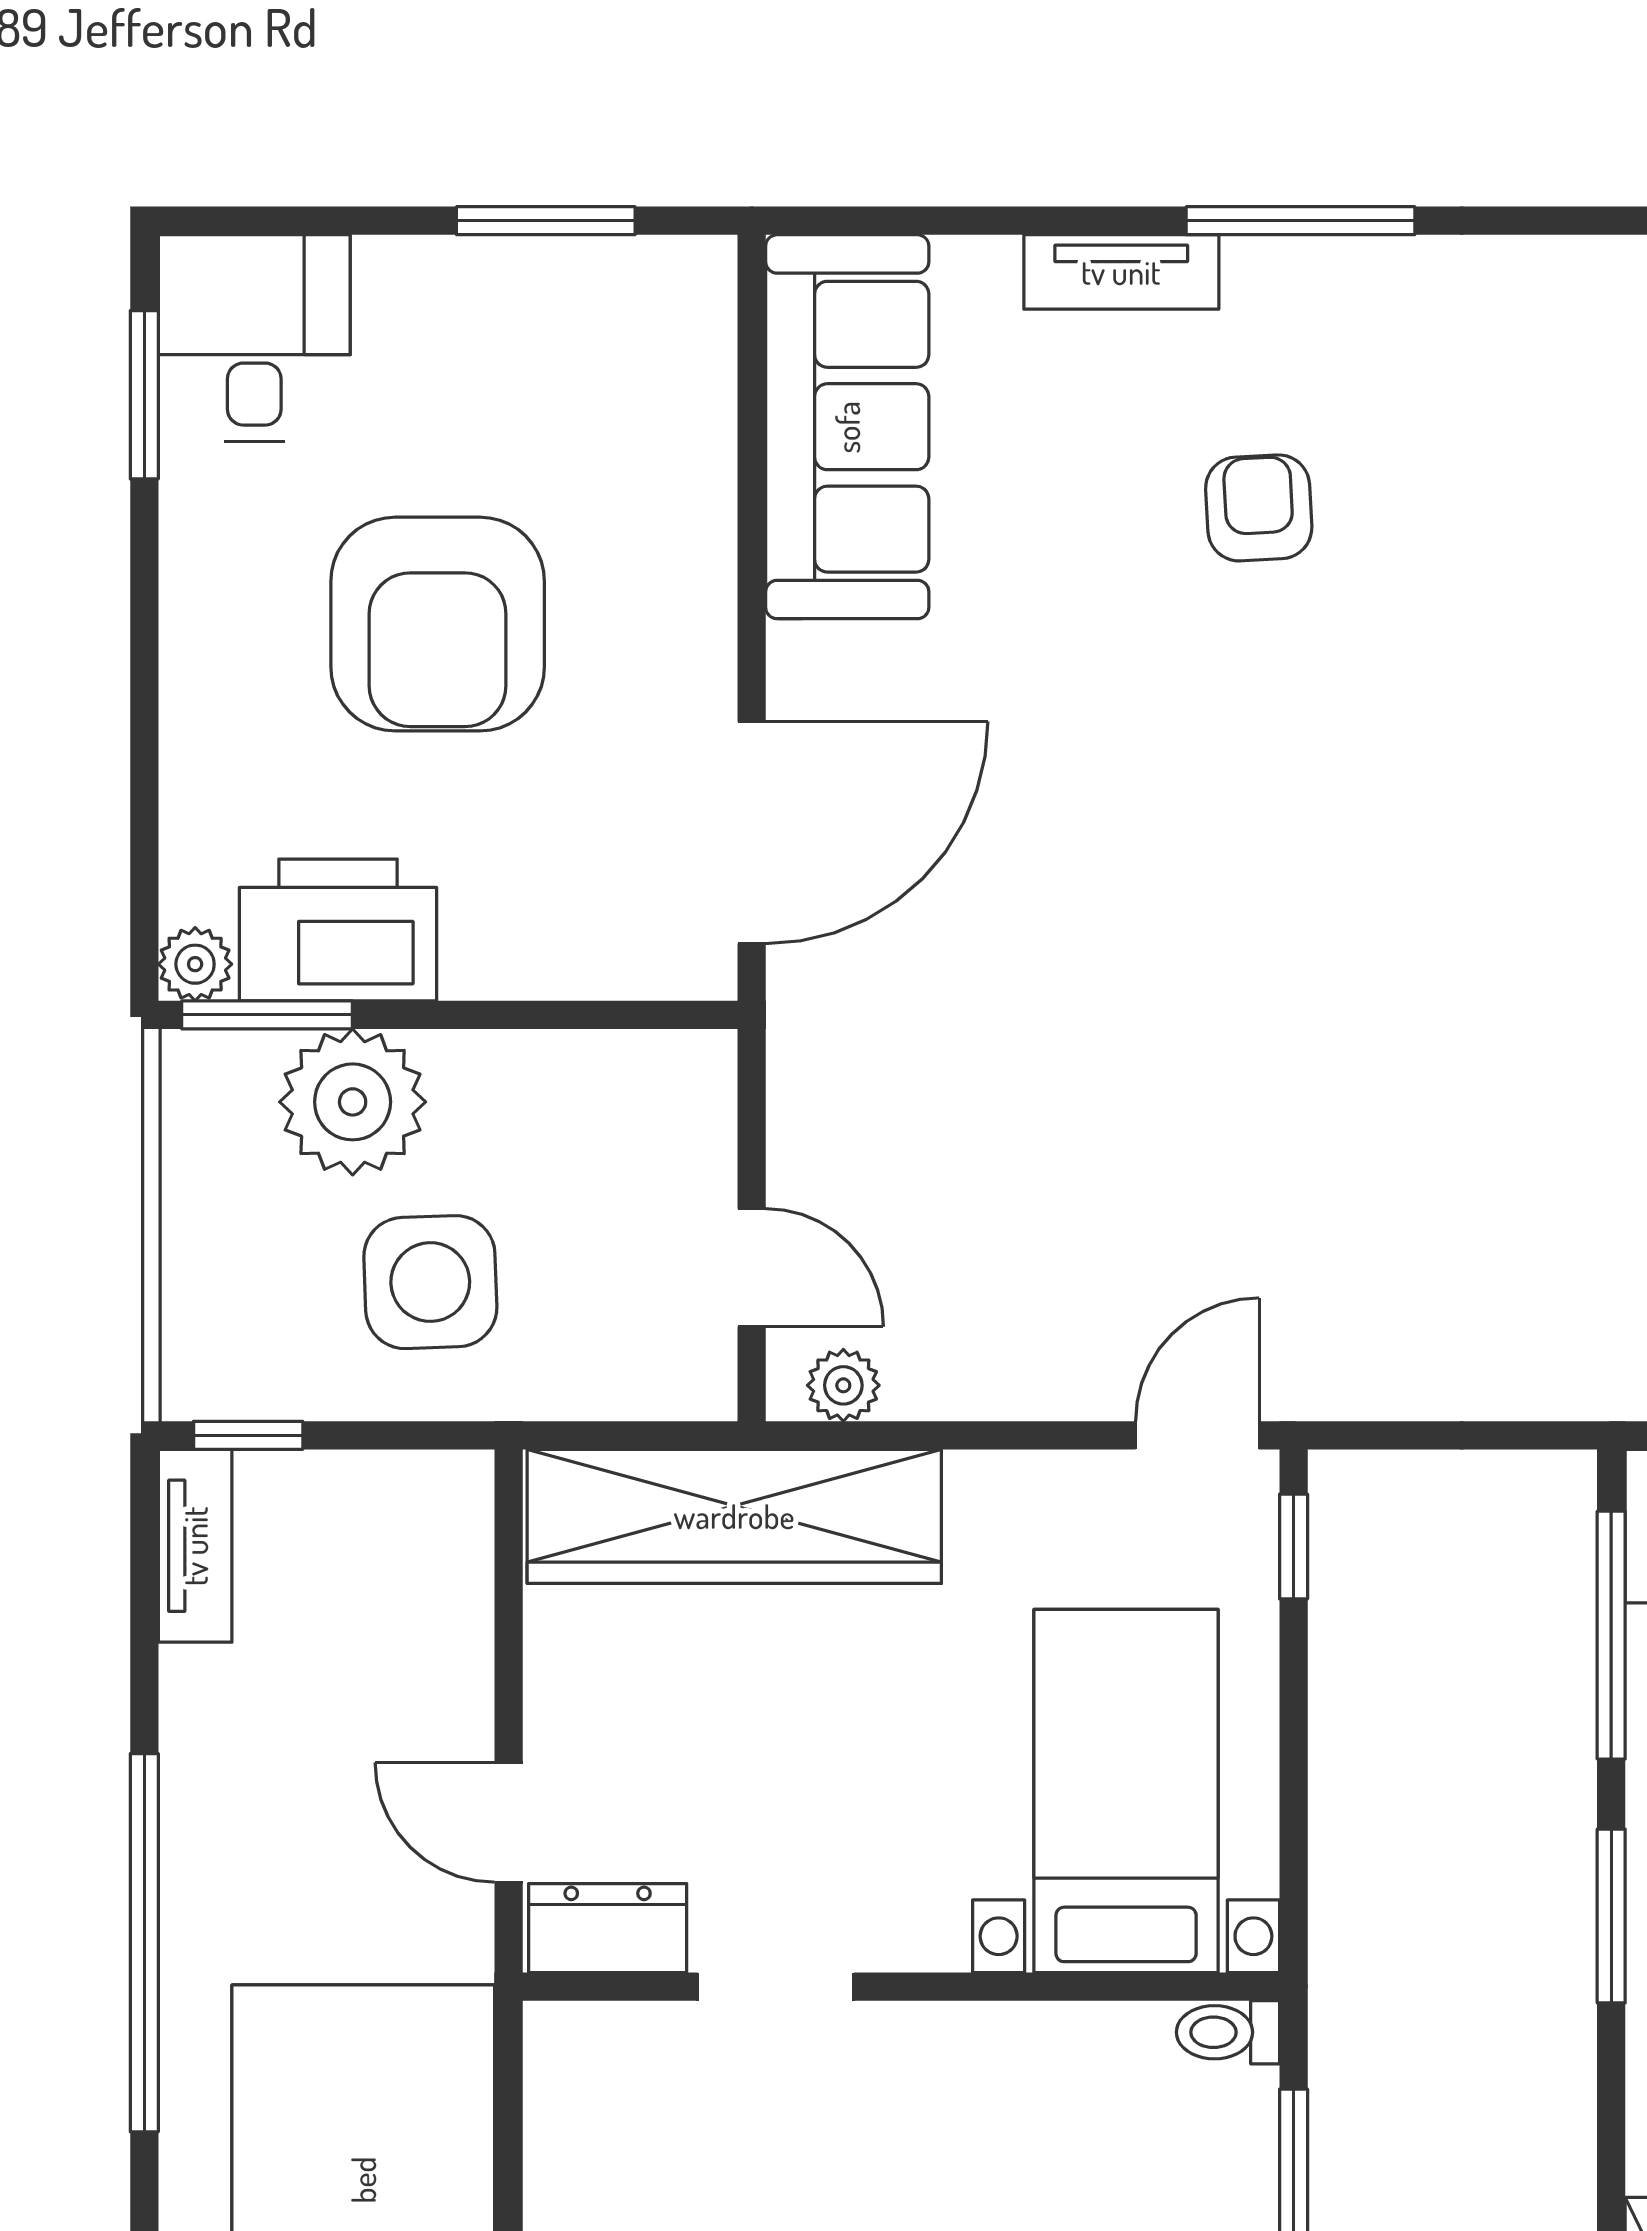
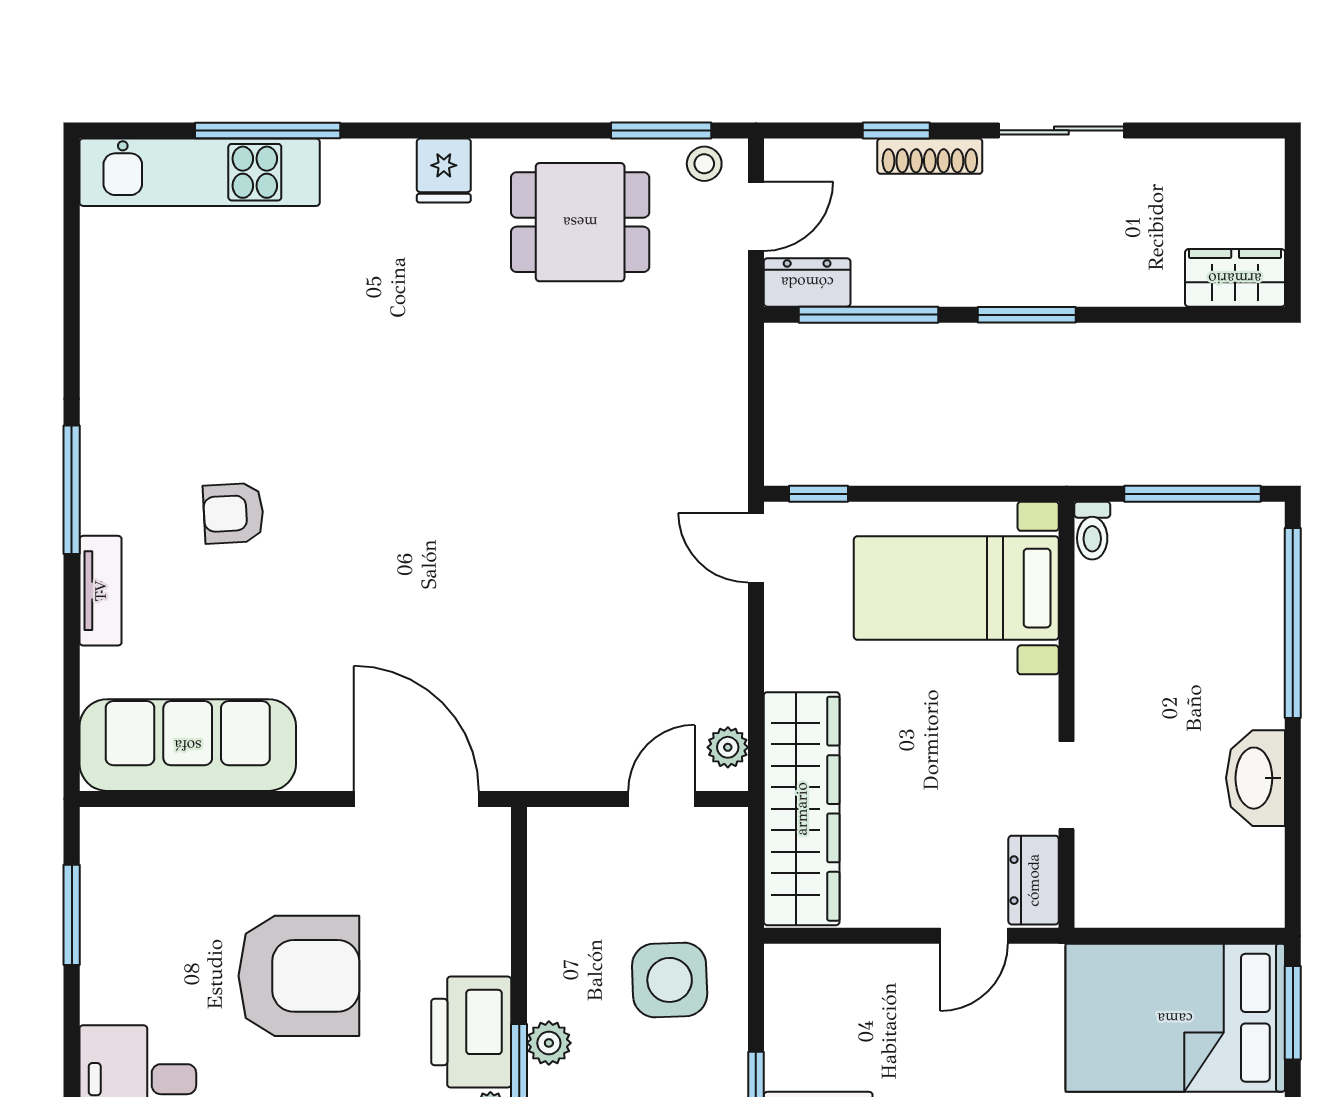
plant: (353, 1102) -> (549, 1043), width x0.53, depth x0.53

